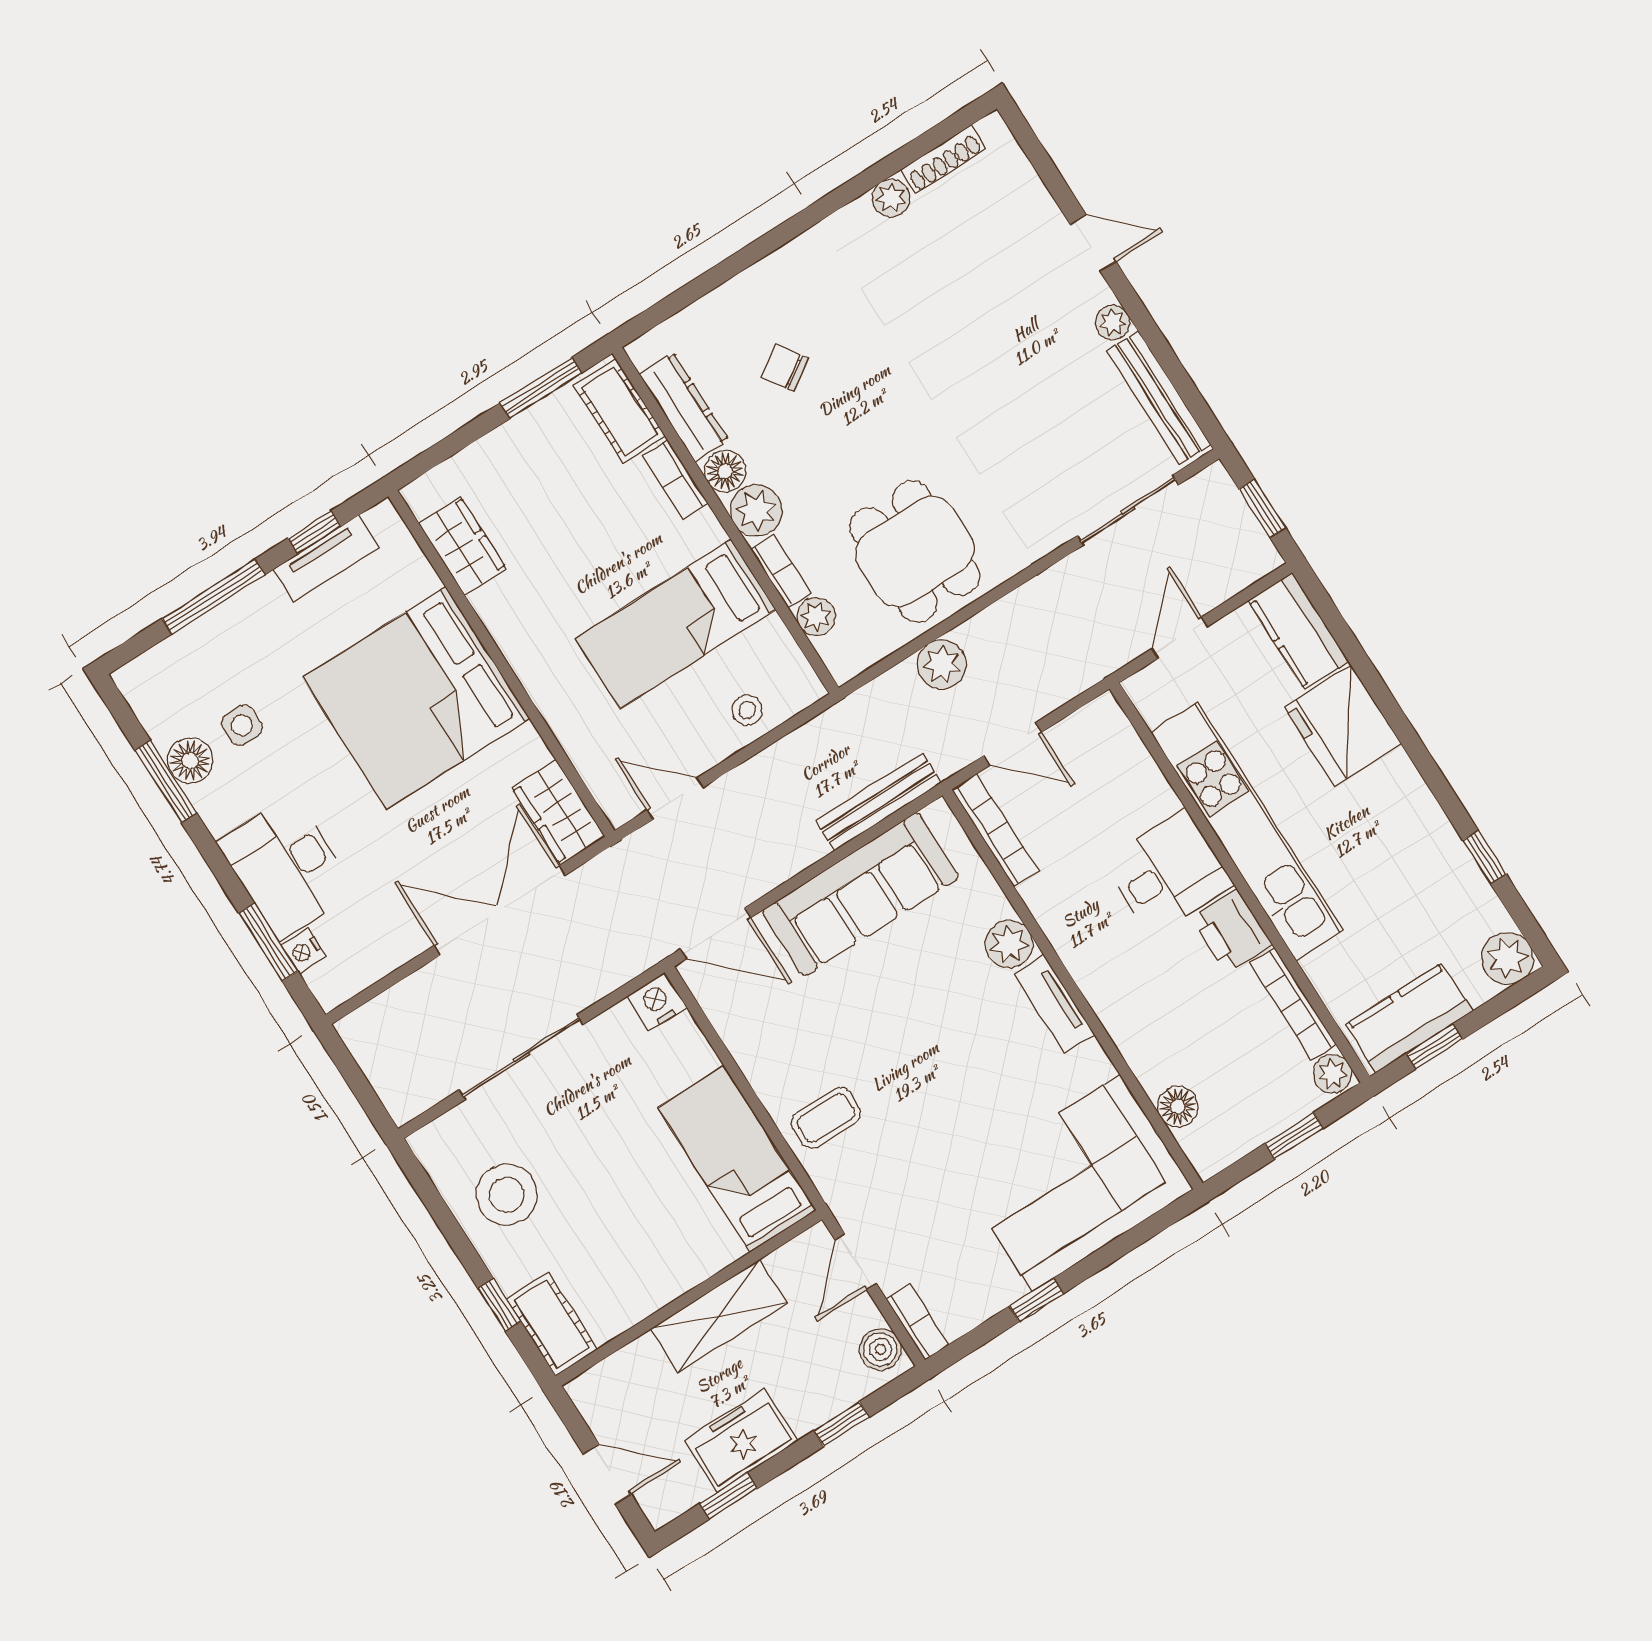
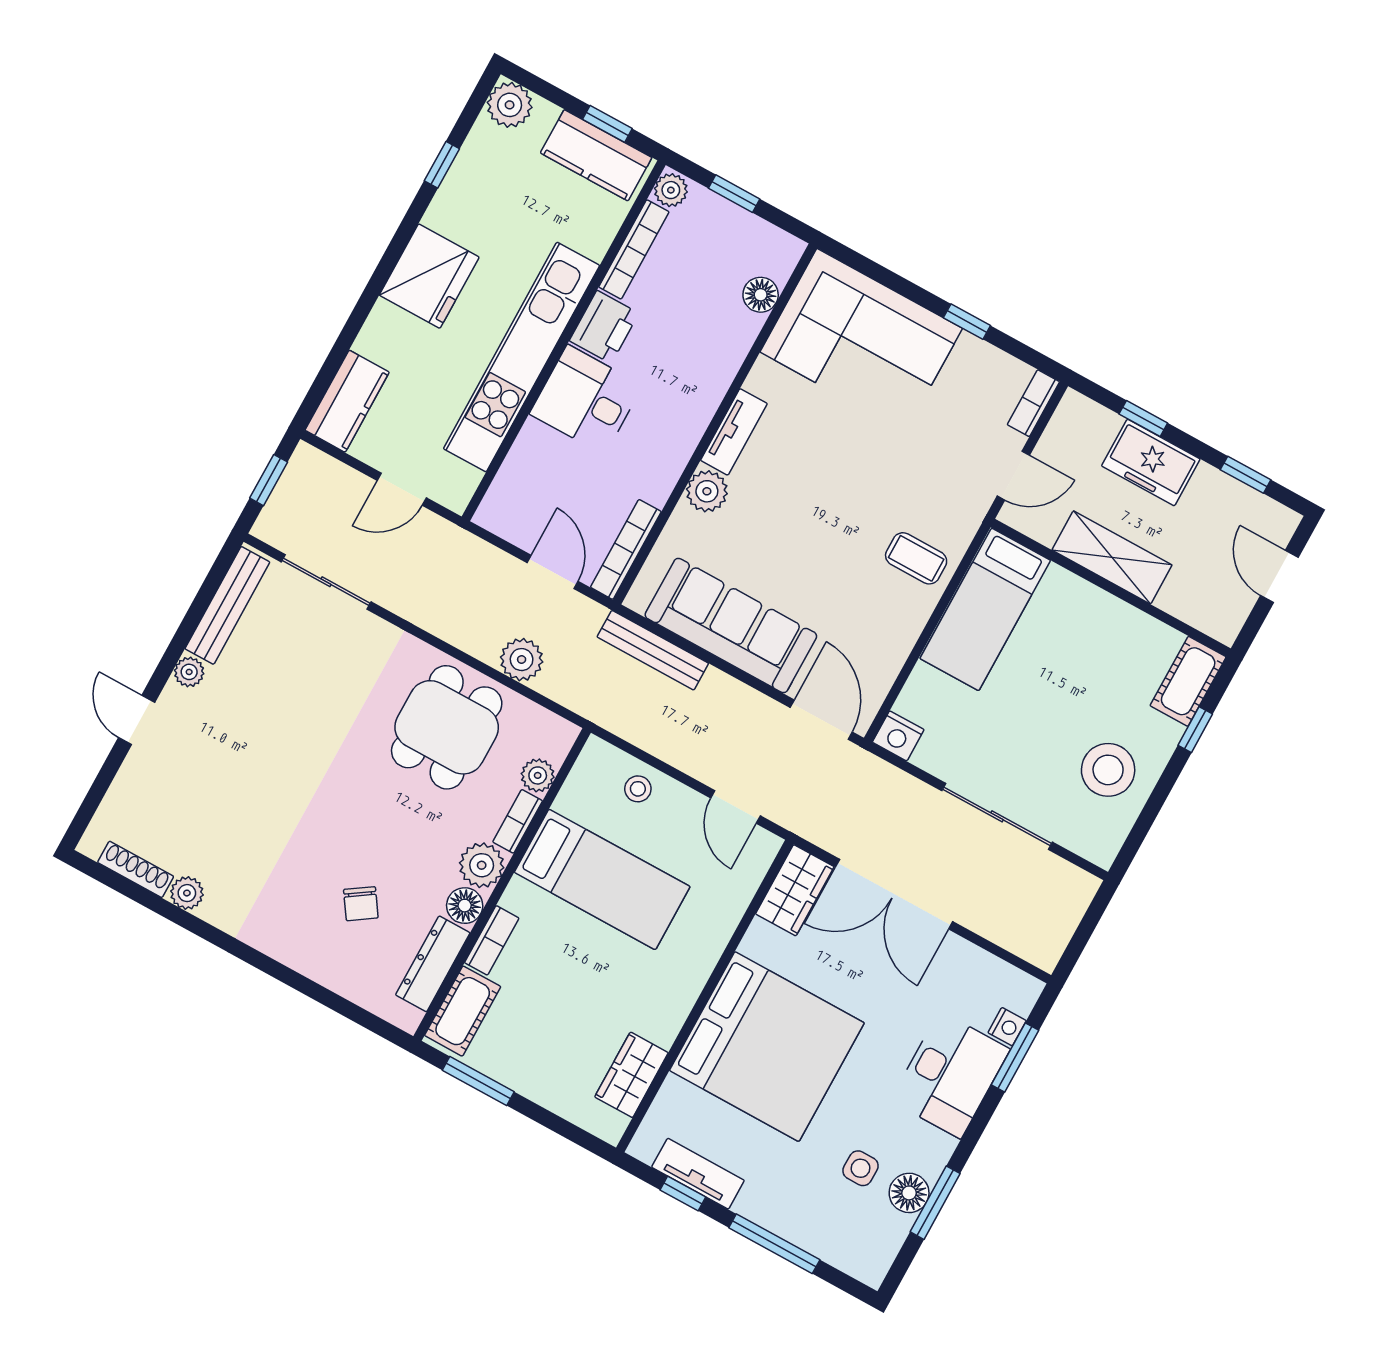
fridge: (1343, 725) -> (429, 276), moved
boiler: (880, 1349) -> (1070, 420), removed
freezer: (741, 1441) -> (1151, 462), moved

